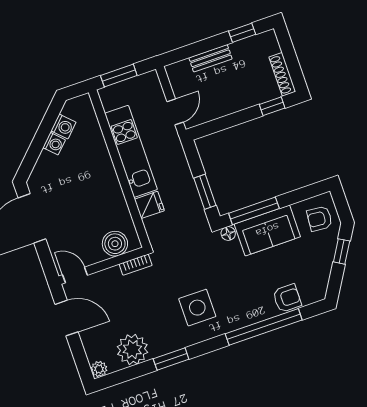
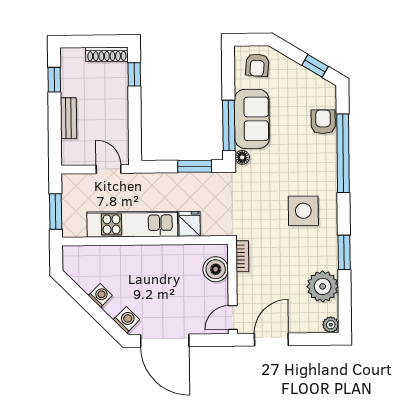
washing machine: (63, 126) -> (126, 320), moved
window: (342, 251) -> (315, 66), moved

